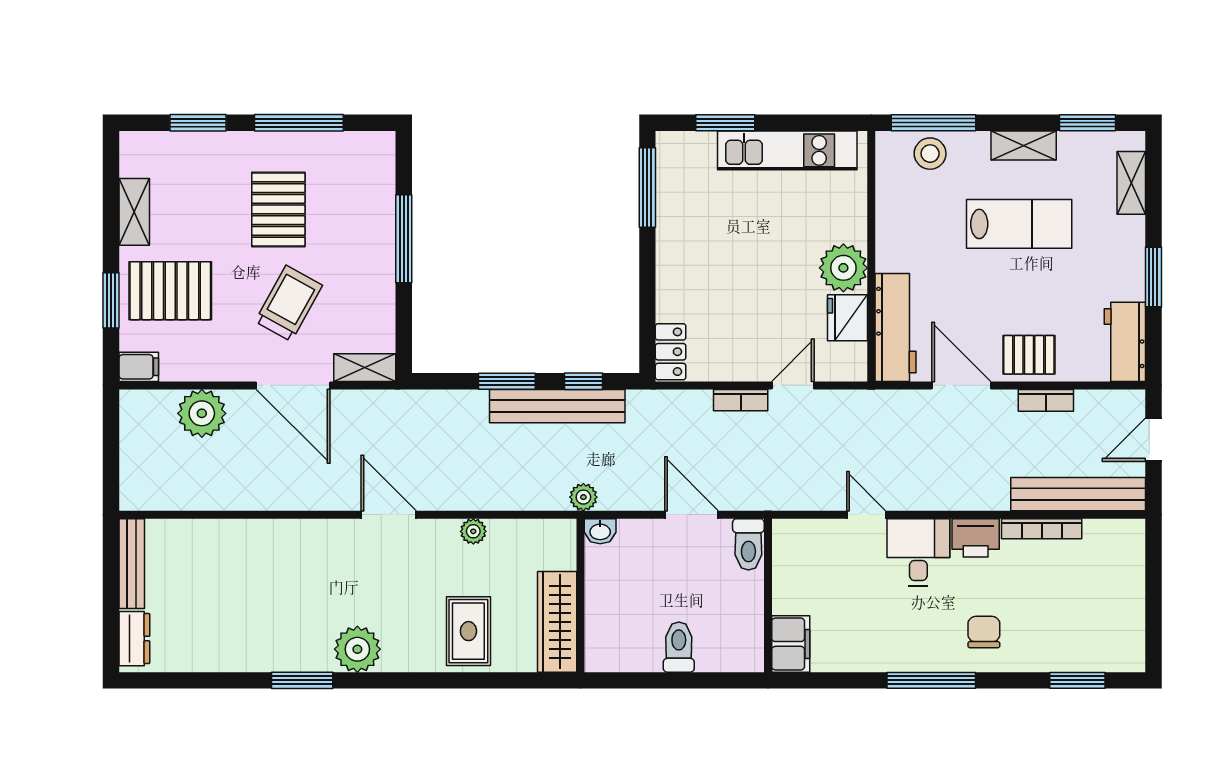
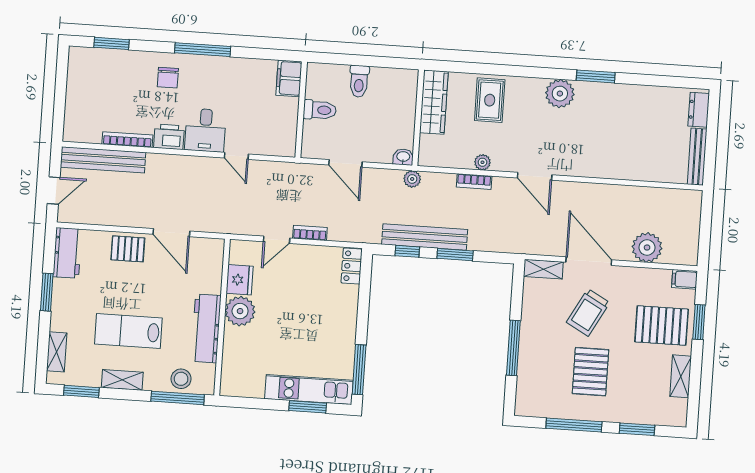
kitchen unit: (787, 150) -> (309, 390), moved
workbench: (896, 327) -> (206, 328), moved
bookcase: (1046, 400) -> (474, 182), moved, turned 180
toilet: (748, 544) -> (320, 110), moved, turned 90

